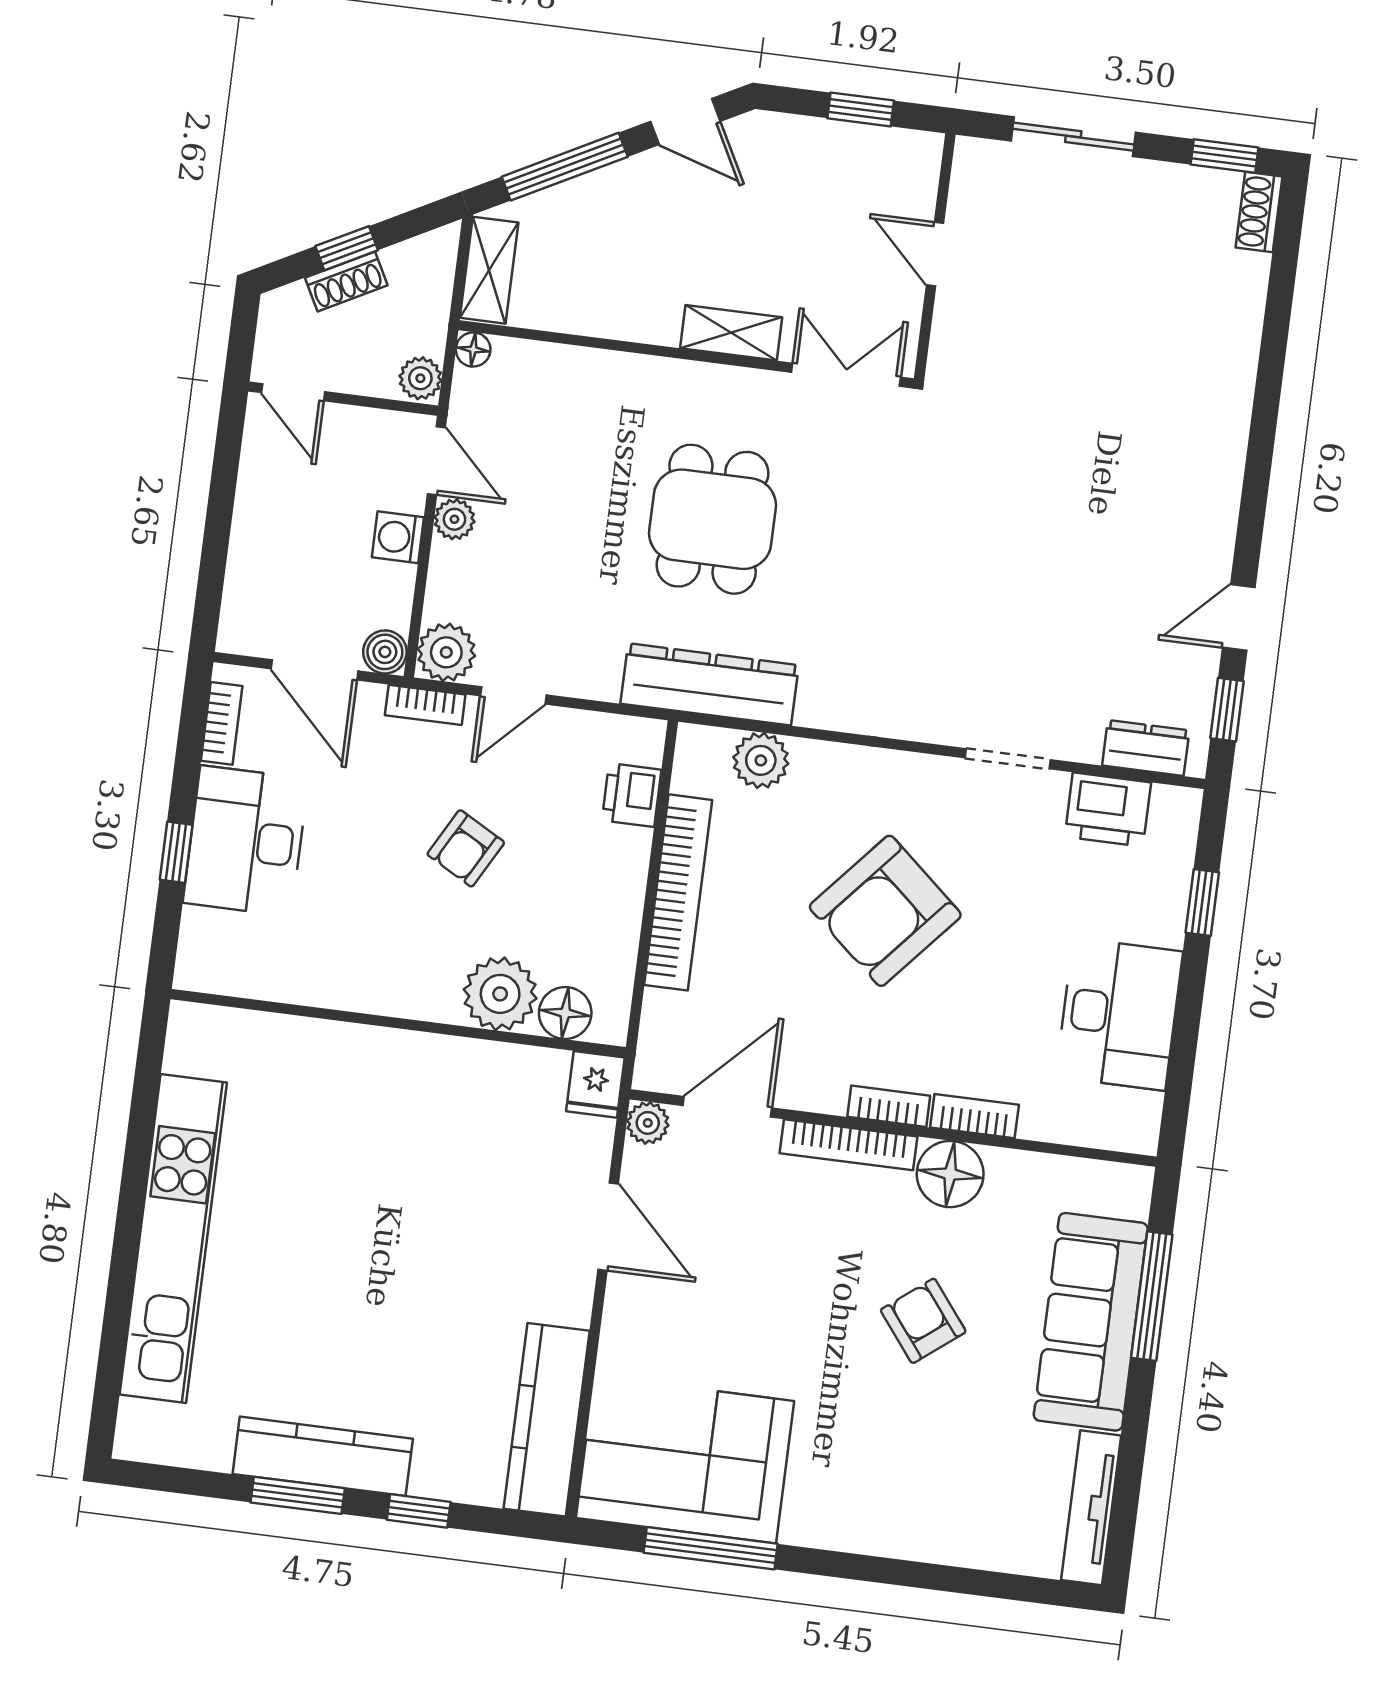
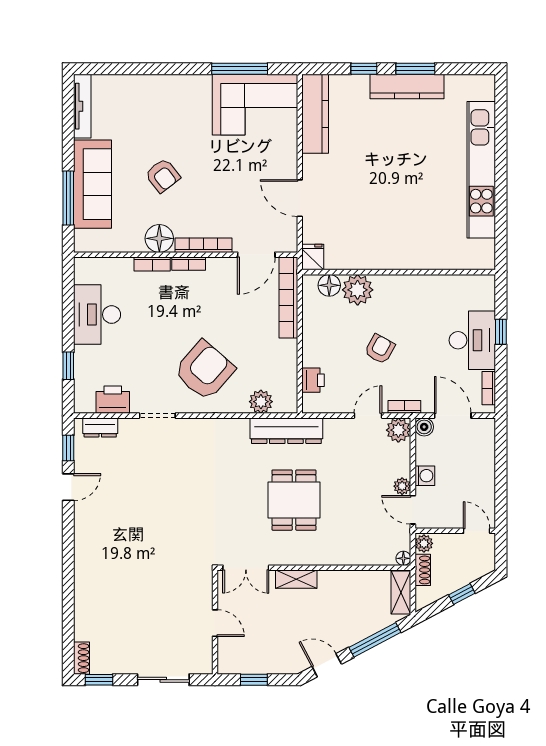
shoe rack: (346, 281) -> (423, 570), moved, turned 118
bookcase: (678, 892) -> (288, 298), moved
armchair: (885, 911) -> (204, 370), moved
plant: (648, 1123) -> (289, 244), removed

